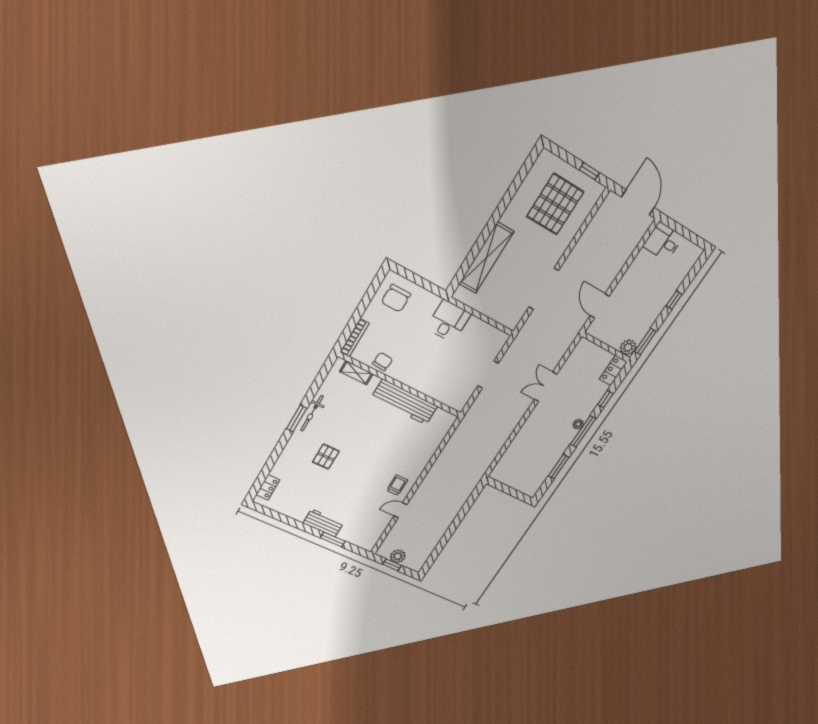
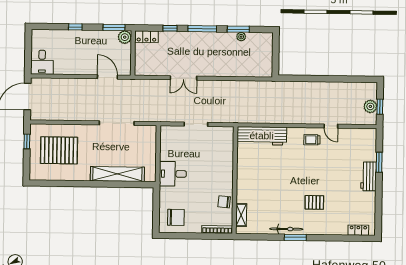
door: (600, 306) -> (107, 77), swing flipped
workbench: (405, 402) -> (262, 136), moved, turned 90
plant: (578, 424) -> (241, 37), moved

